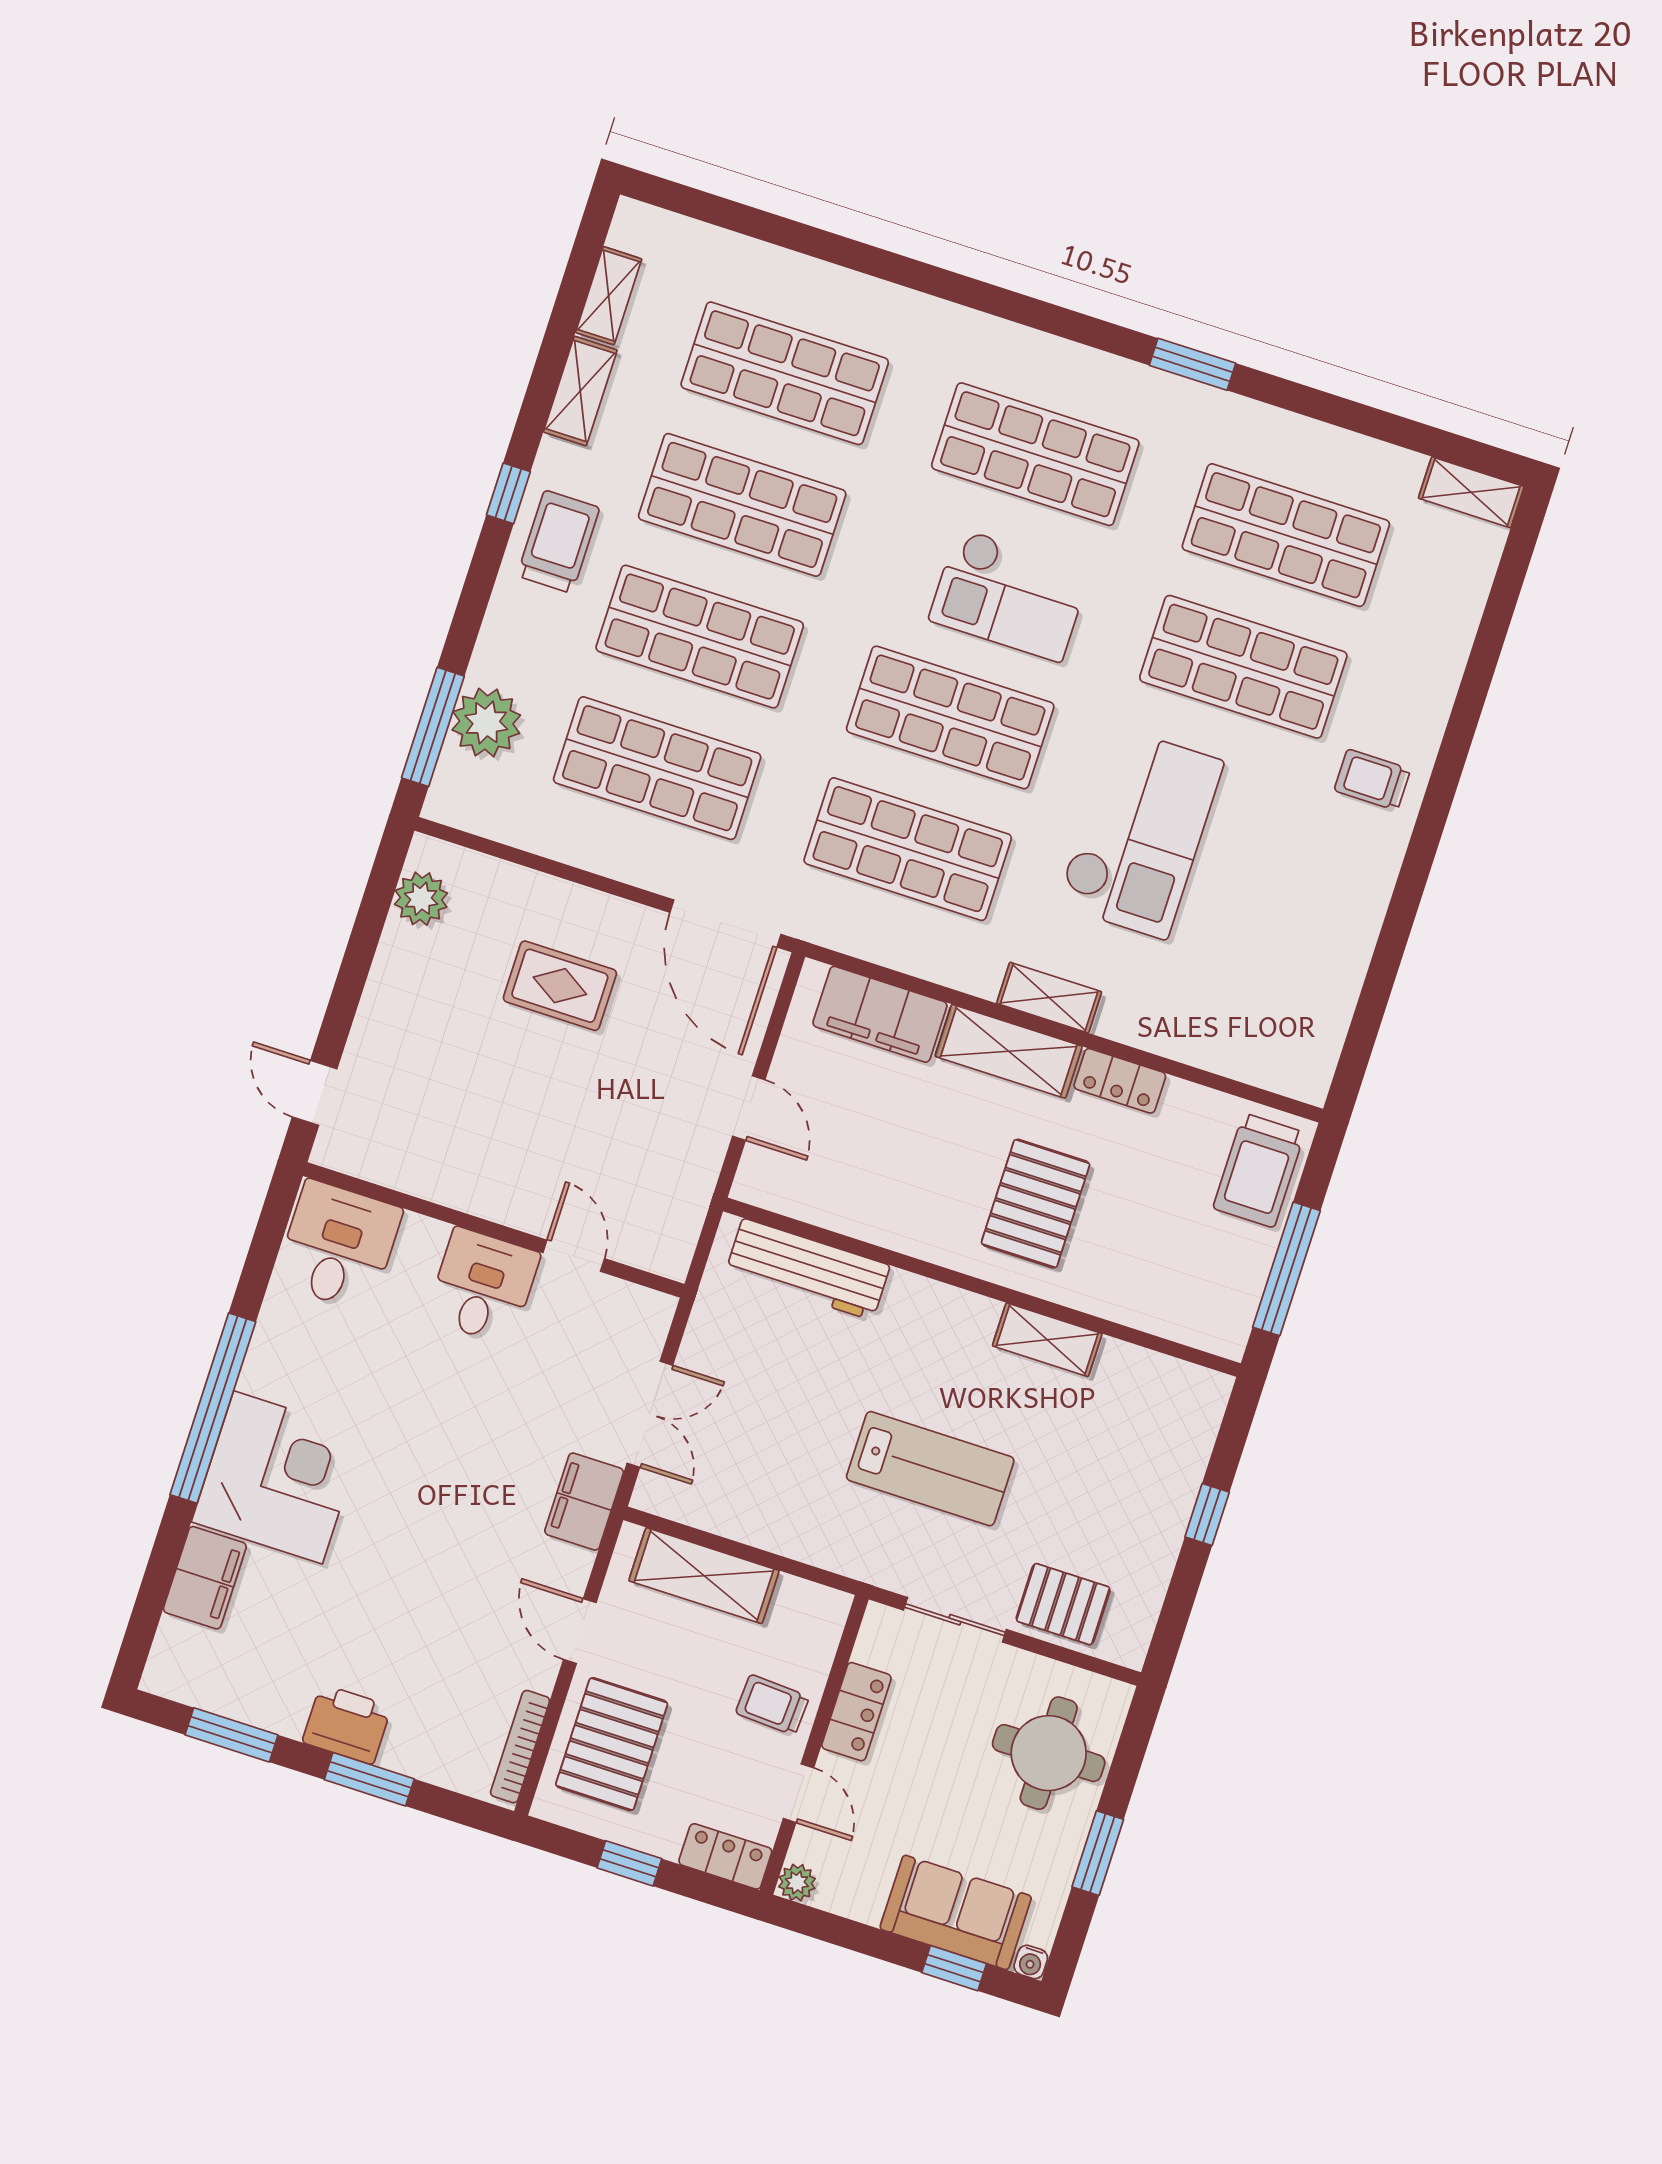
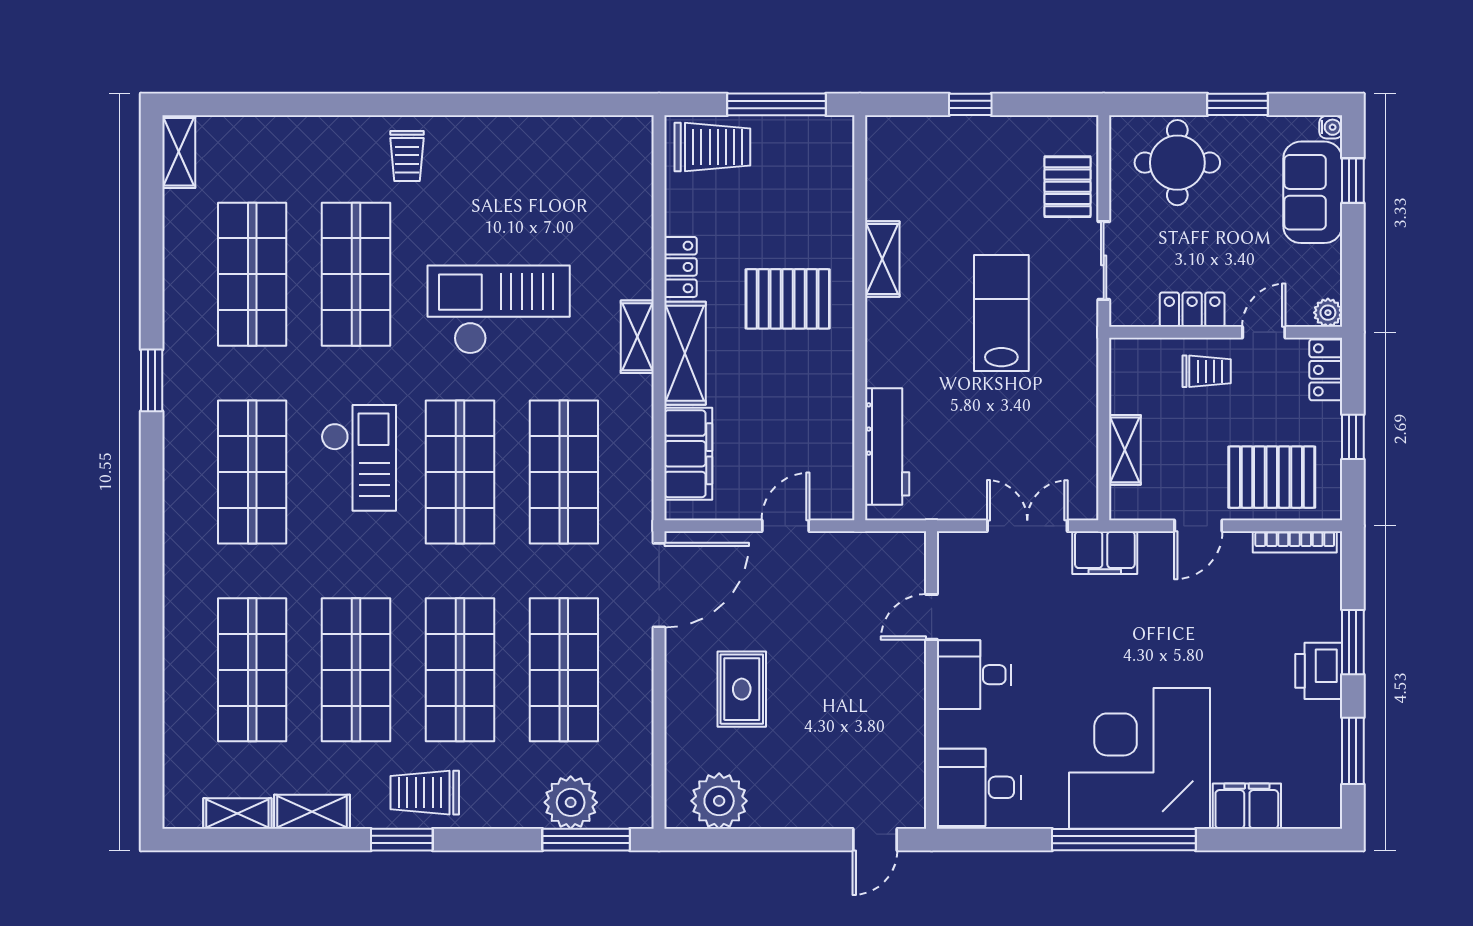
window: (508, 493) -> (402, 840), width x1.50
plant: (421, 899) -> (719, 801), width x1.36, depth x1.36
corner desk: (278, 1477) -> (1140, 758), width x1.36, depth x1.36
shelving: (704, 1576) -> (1125, 450), width x0.67, depth x0.75
trolley: (772, 1705) -> (1207, 371), turned -93

